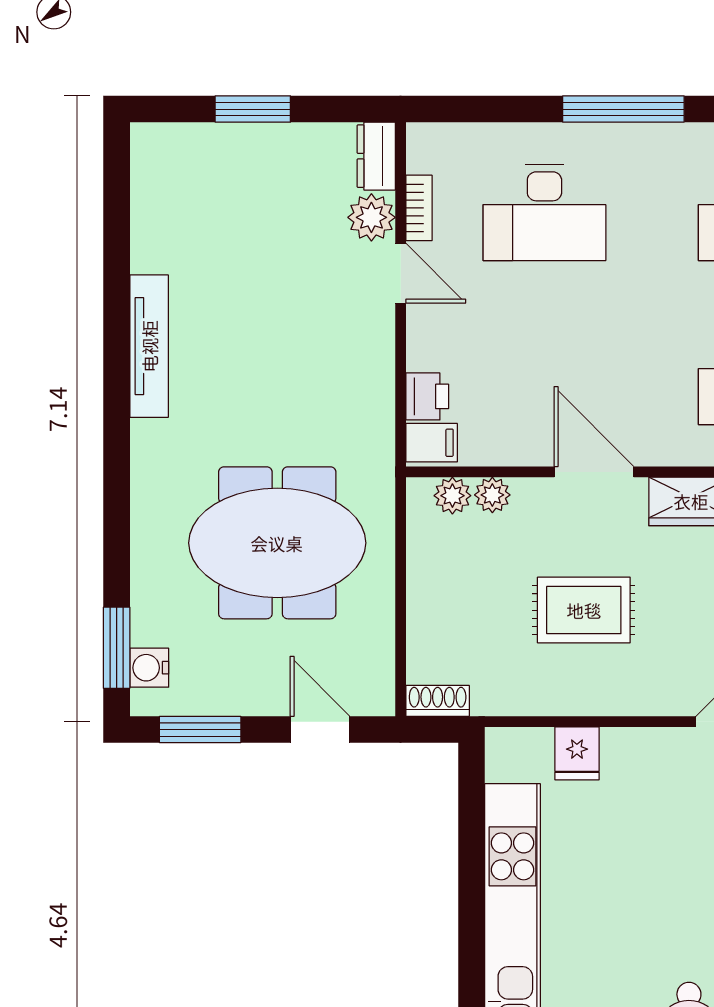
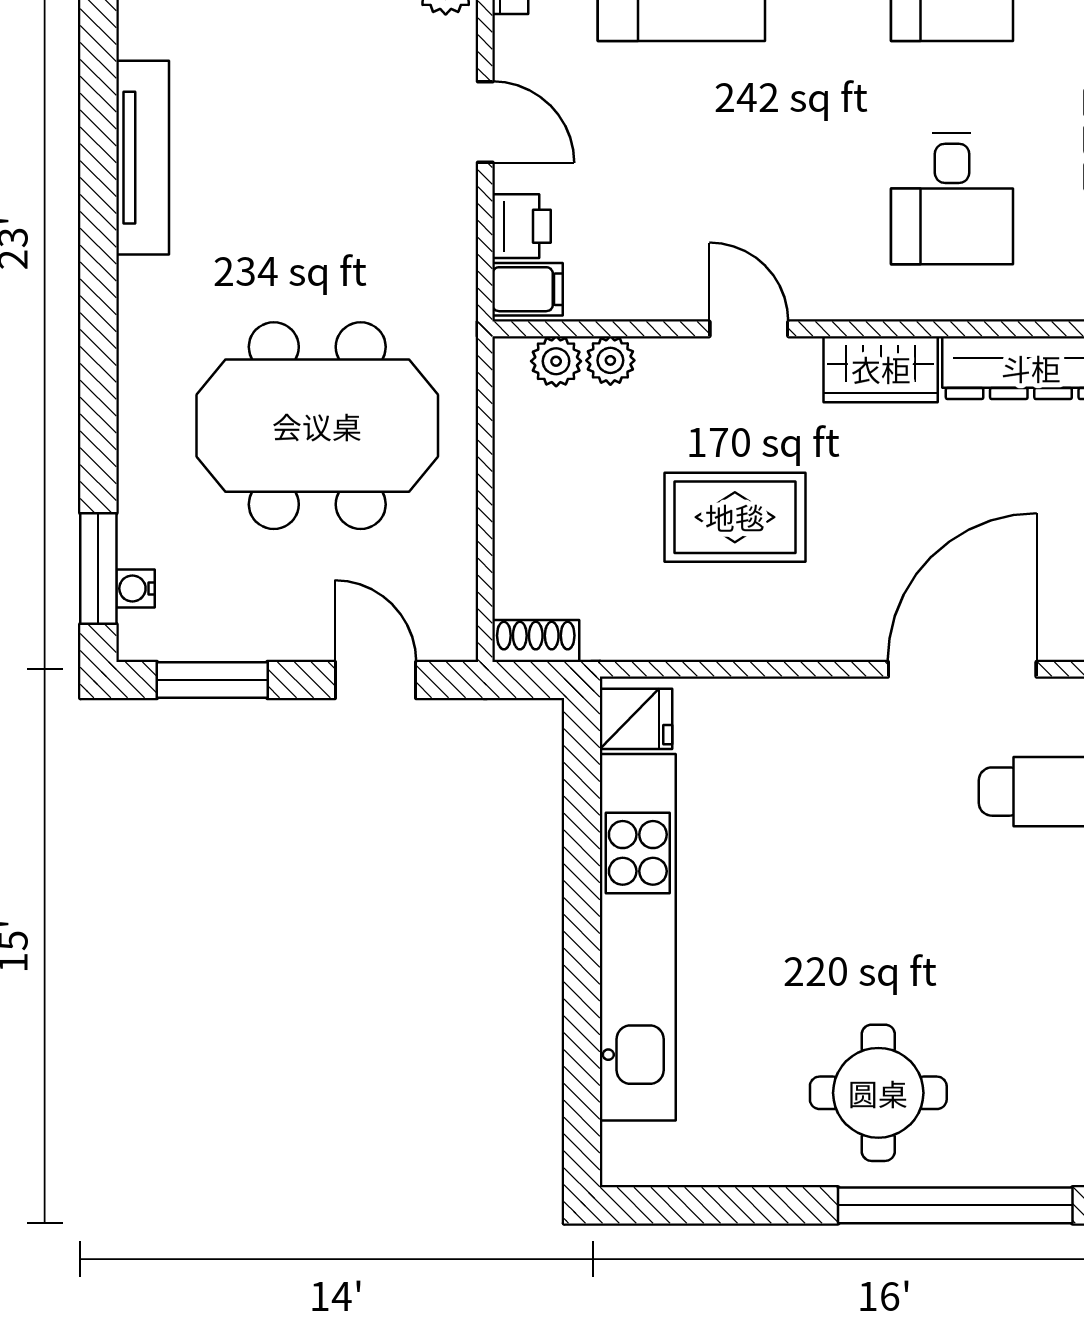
door: (401, 273) -> (485, 122), moved
door: (594, 472) -> (749, 329), width x0.73
water cooler: (149, 668) -> (135, 588), width x0.72, depth x0.72
fridge: (577, 753) -> (636, 719), moved, turned -90

